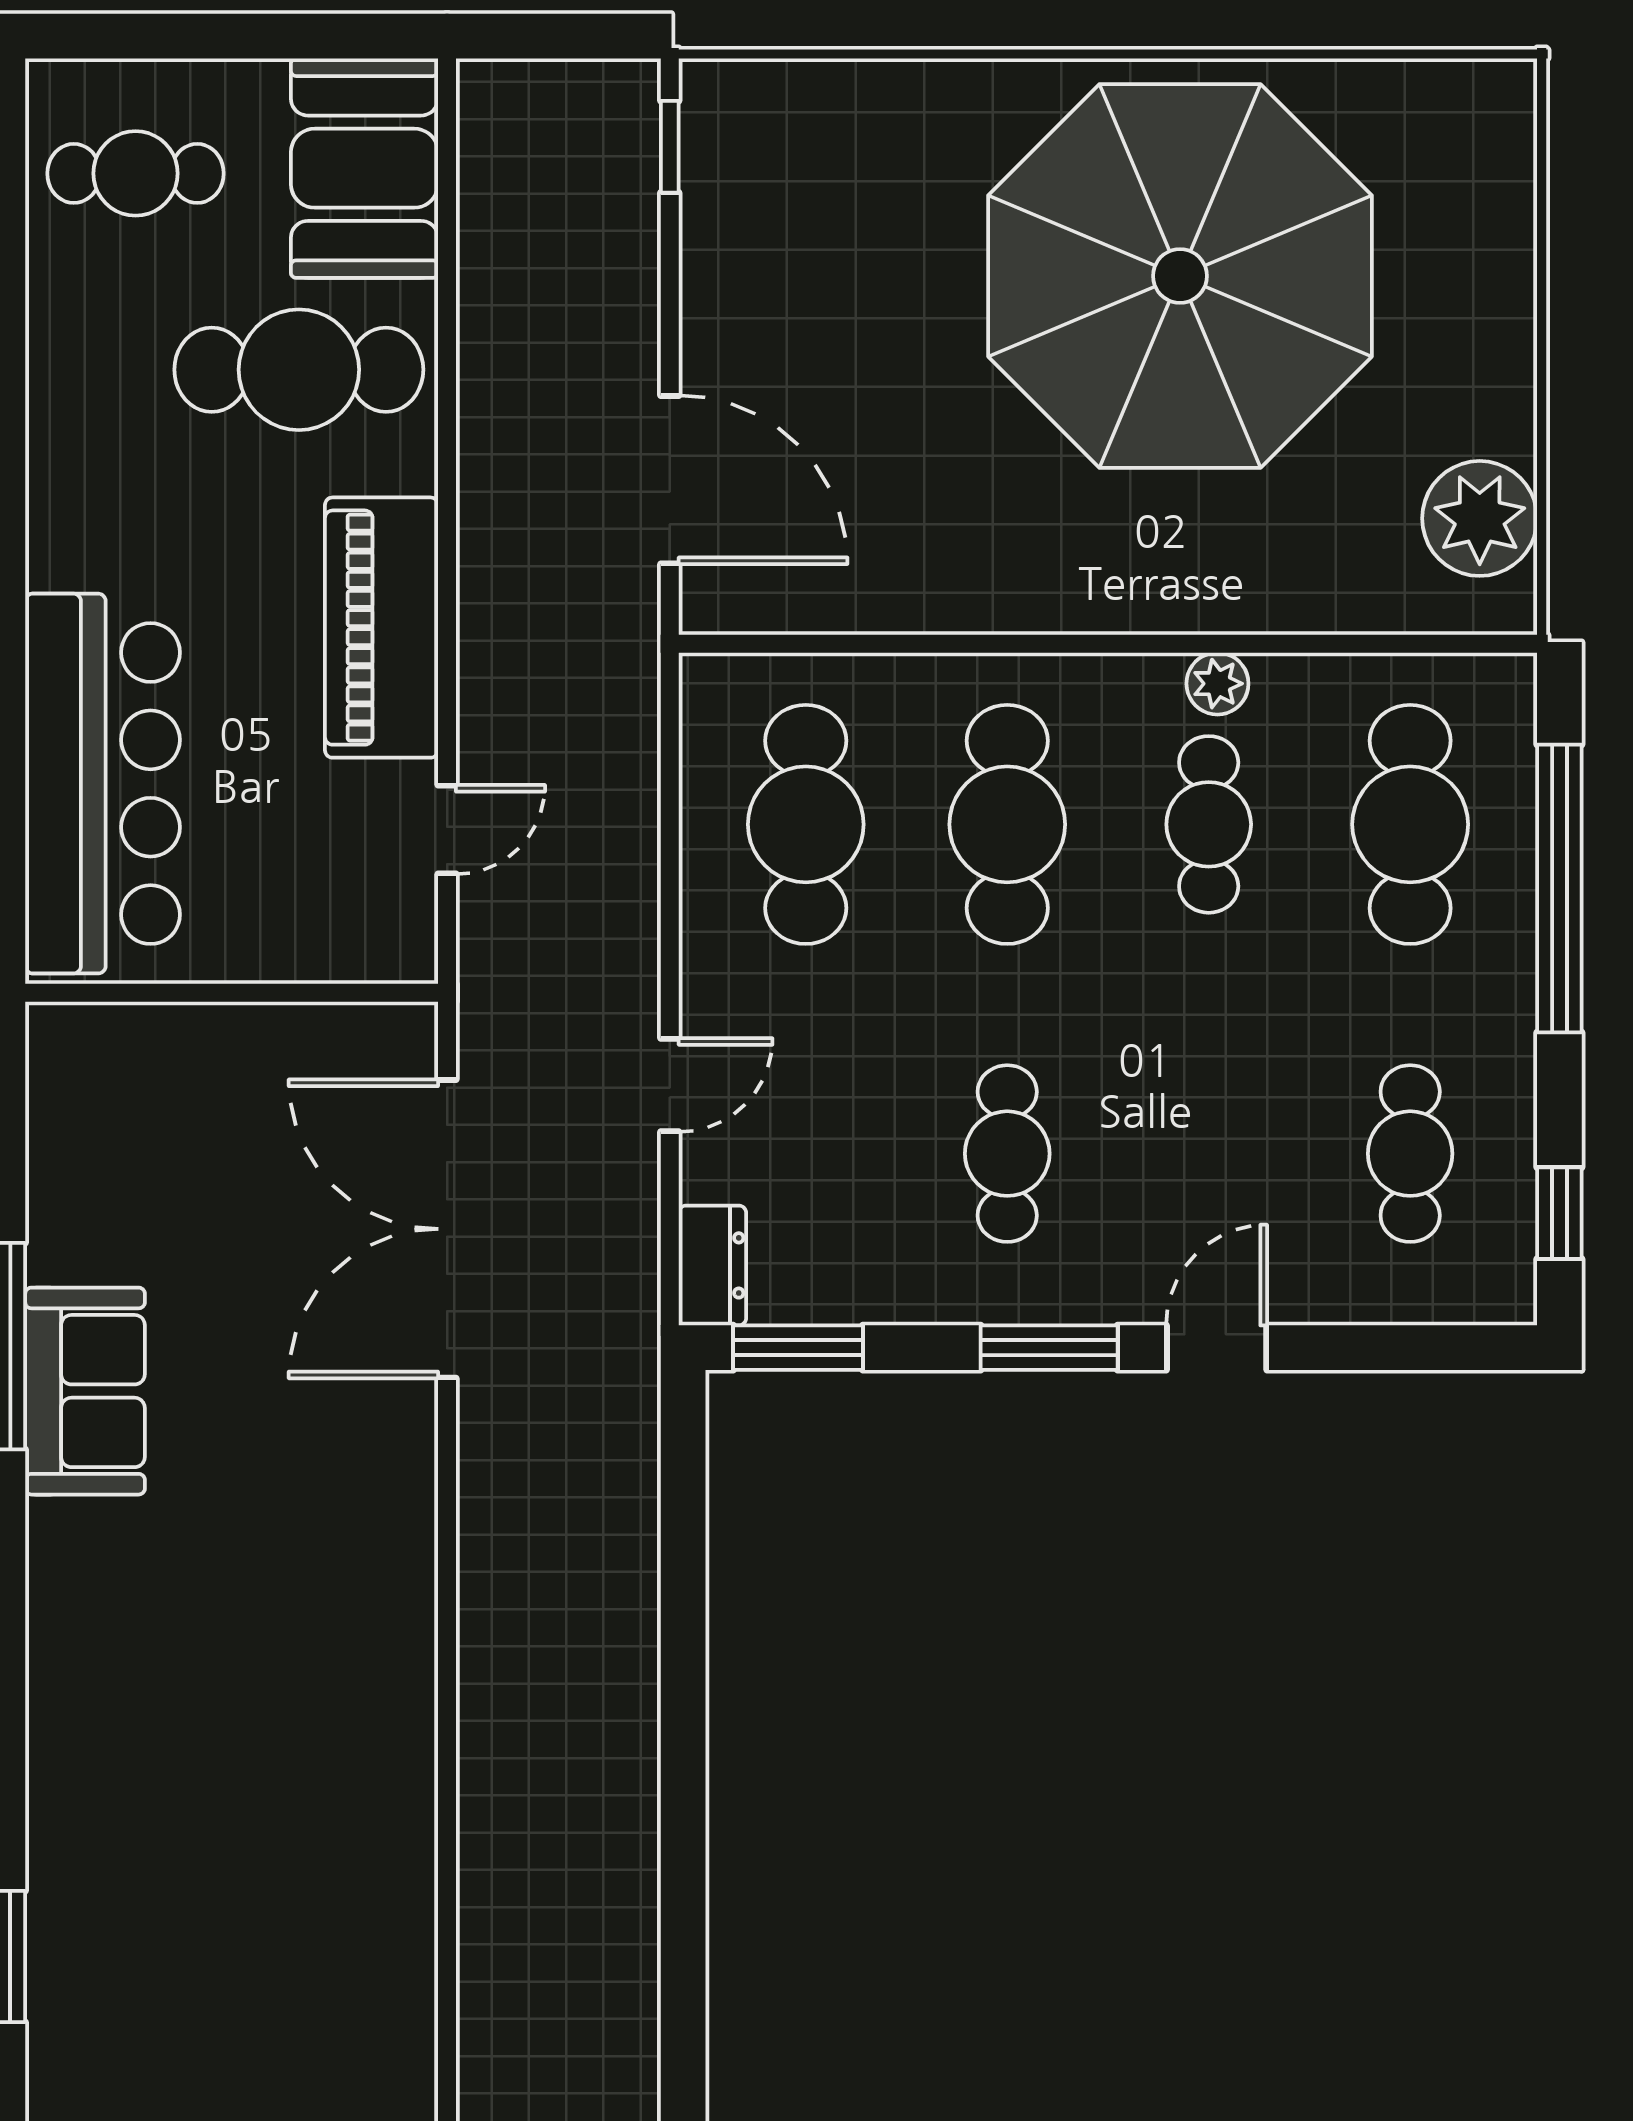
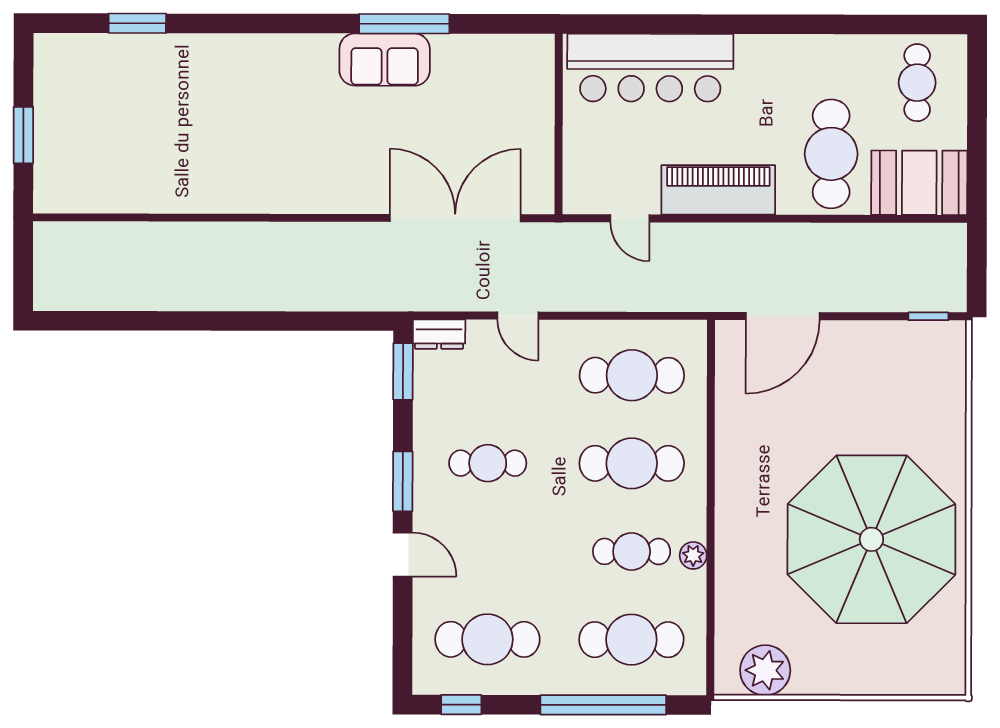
cafe table: (1410, 1154) -> (487, 639), width x1.37, depth x1.35

